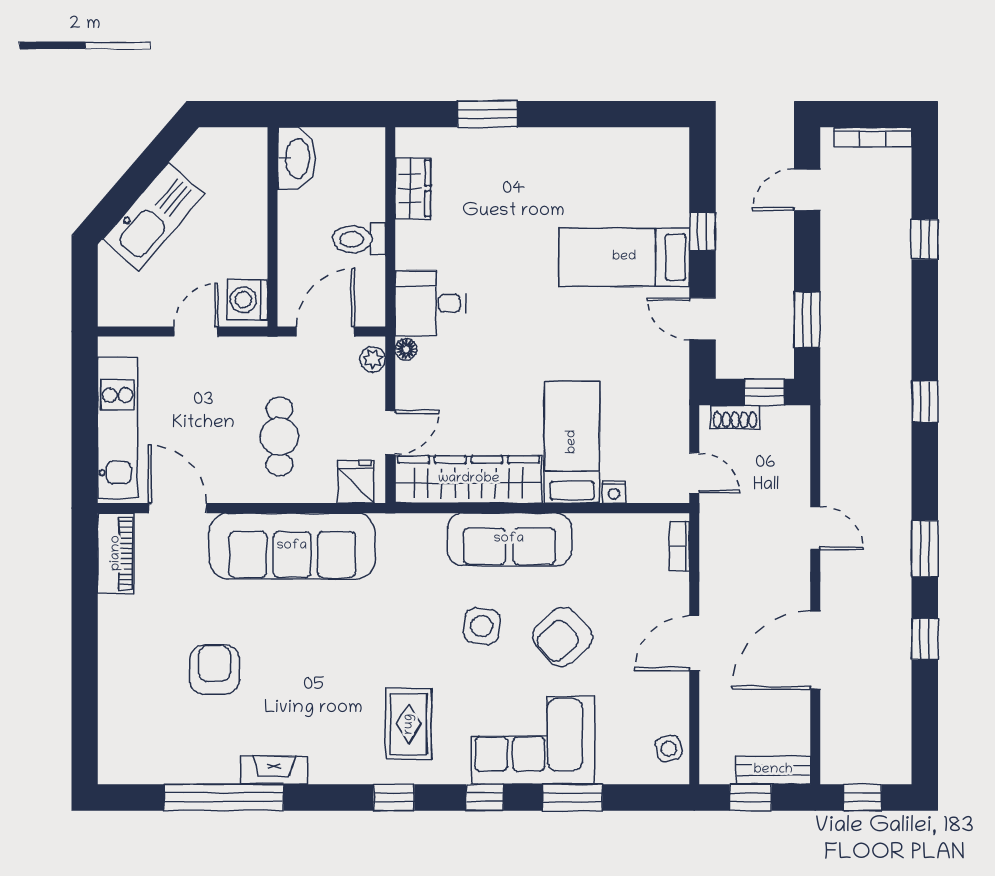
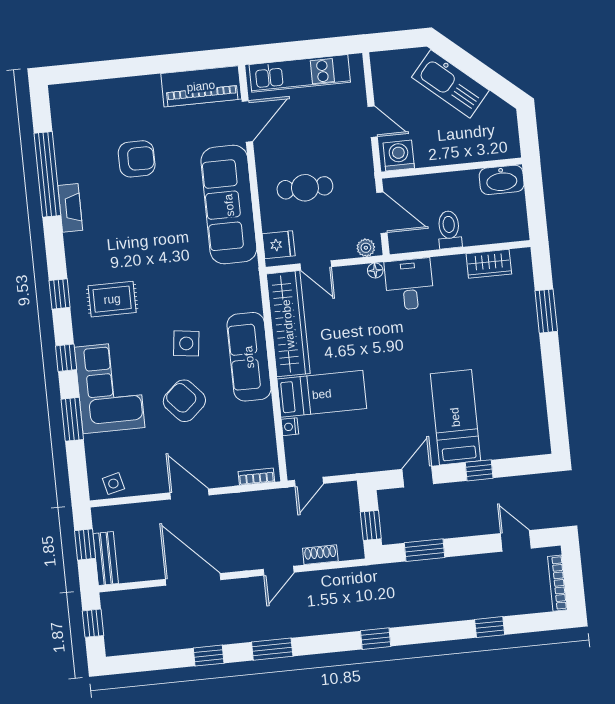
shoe rack: (735, 417) -> (320, 555), moved, turned 90
piano: (116, 553) -> (201, 86), width x1.37, depth x1.33

